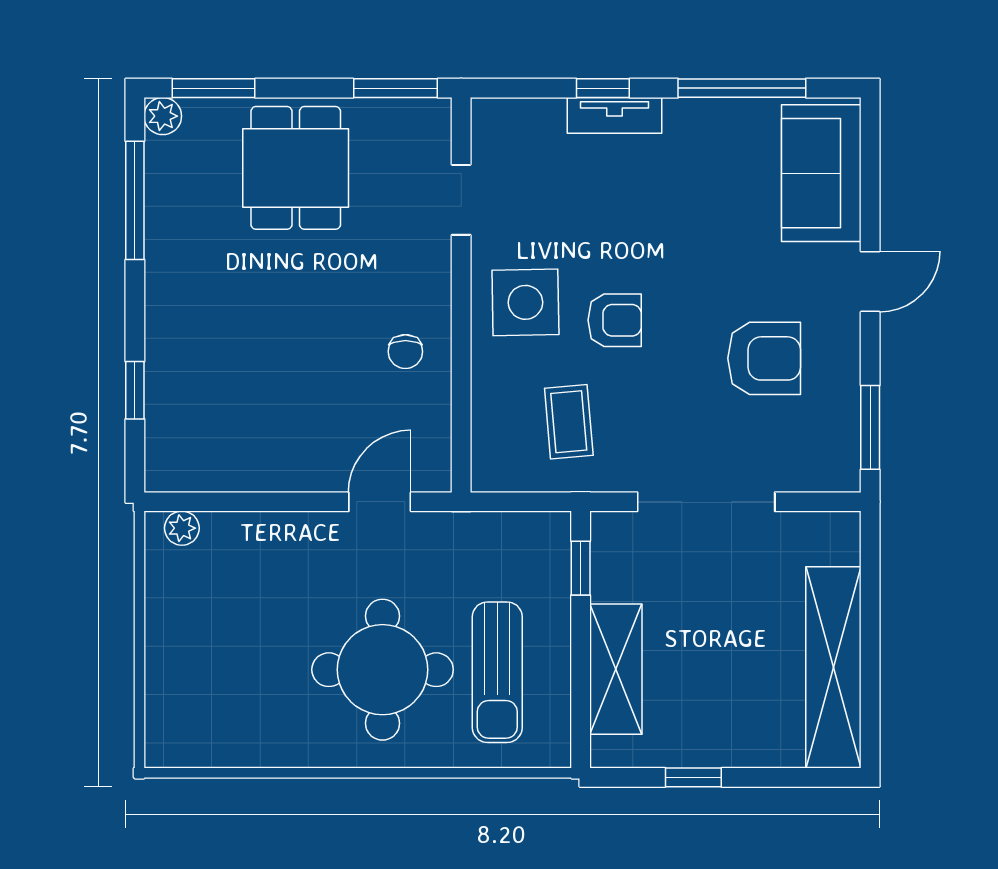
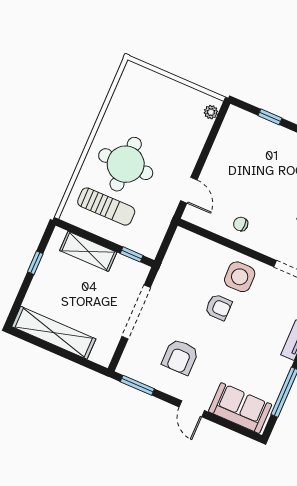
armchair: (615, 320) -> (219, 307), turned -90
coffee table: (569, 422) -> (188, 274), removed
sun lounger: (497, 672) -> (106, 207), turned 180

